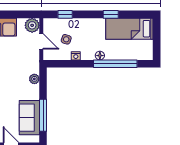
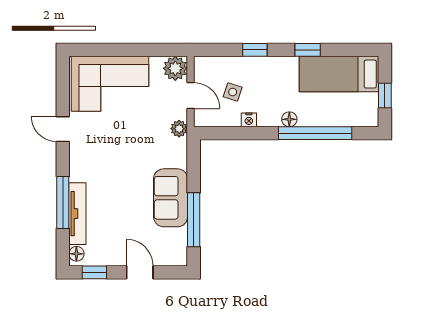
window: (65, 14) -> (255, 50), moved
window: (157, 41) -> (385, 95), added
plant: (34, 79) -> (179, 129), moved
sofa: (29, 118) -> (171, 198), moved

